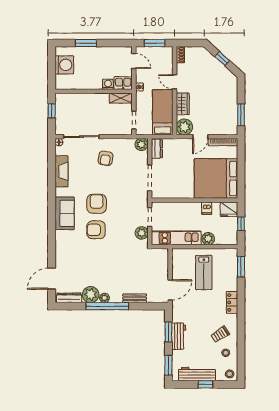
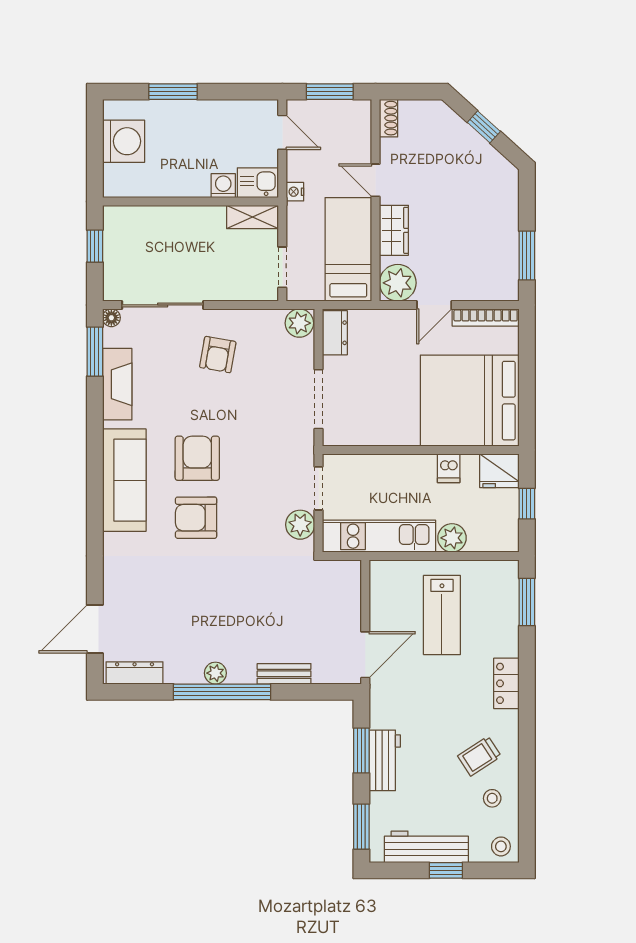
window: (52, 157) -> (95, 352), added
sofa: (65, 213) -> (124, 480), width x1.36
plant: (91, 295) -> (184, 665), removed

